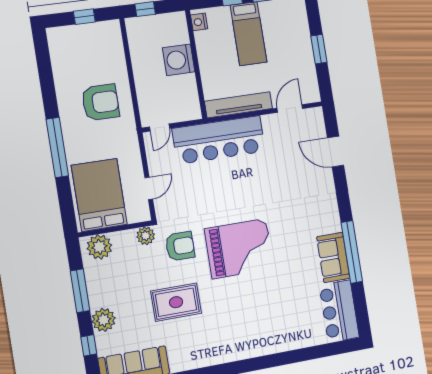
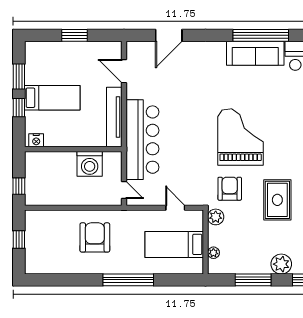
washing machine: (179, 60) -> (90, 164), moved
bed: (99, 195) -> (174, 244), width x0.67
plant: (99, 247) -> (213, 253), width x0.53, depth x0.53
sofa: (333, 258) -> (255, 53), width x1.36

